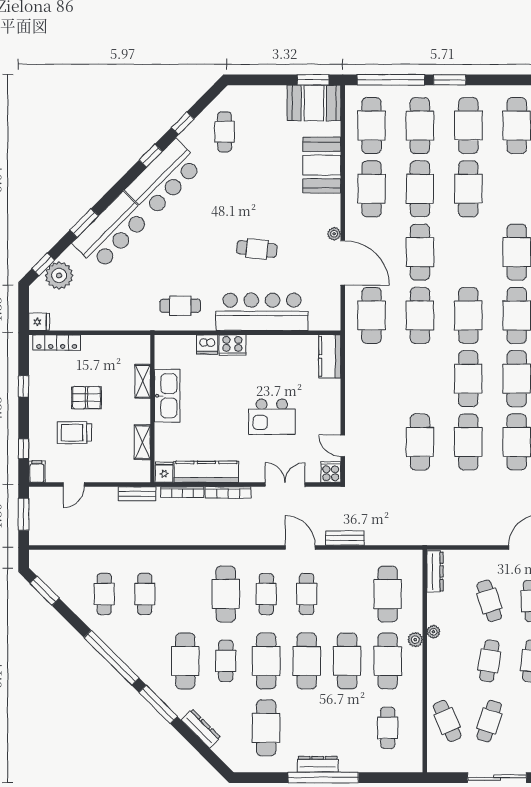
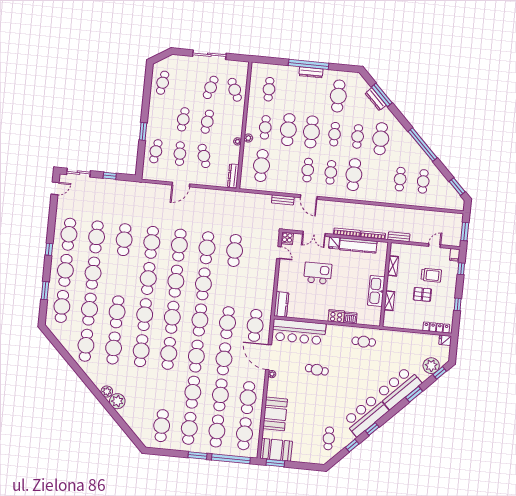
cafe table: (468, 252) -> (196, 356), added
bar counter: (262, 312) -> (299, 332), moved
fridge: (164, 472) -> (334, 243), moved
cafe table: (266, 661) -> (335, 134), width x0.73, depth x0.74
cafe table: (388, 661) -> (265, 127), width x0.73, depth x0.74
window: (158, 704) -> (382, 95), moved

